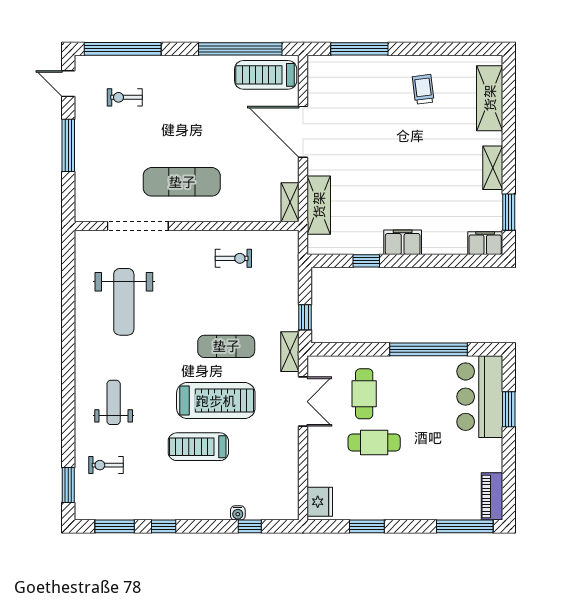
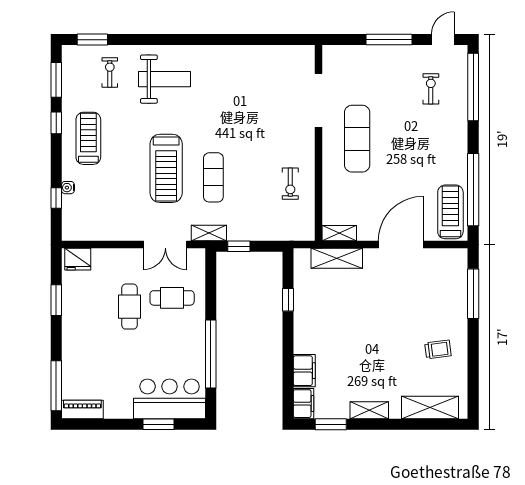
filing cabinet: (403, 242) -> (304, 371), moved
weight bench: (124, 302) -> (252, 88), removed
weight bench: (114, 402) -> (164, 79), width x1.36, depth x1.33
treadmill: (198, 447) -> (88, 138), moved

